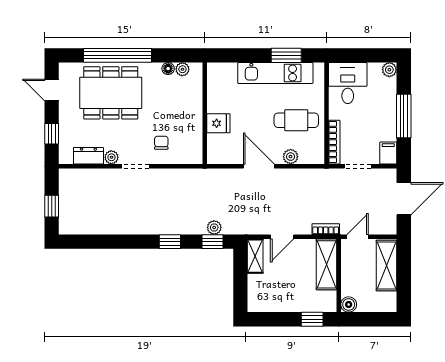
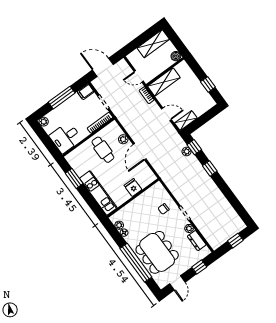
kitchen unit: (275, 73) -> (98, 193), moved
shelving: (386, 265) -> (153, 44), moved
window: (312, 319) -> (208, 84), moved

